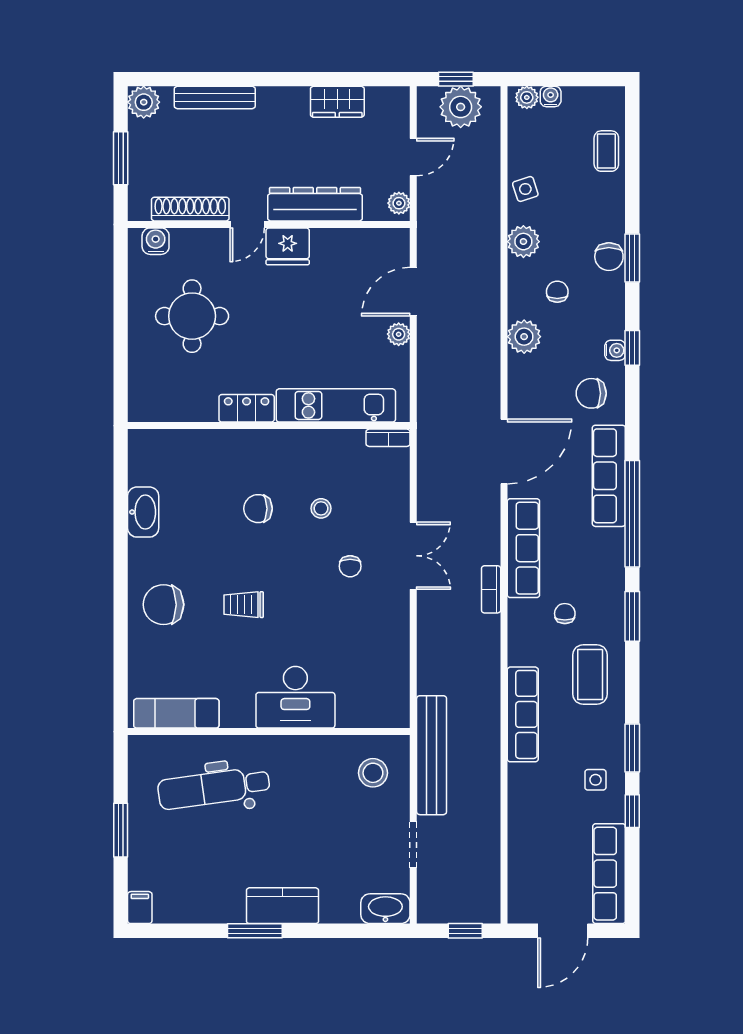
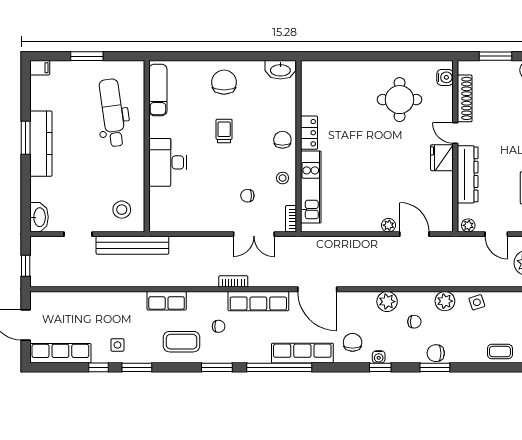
kitchen unit: (336, 405) -> (311, 187), moved
locker: (247, 408) -> (309, 133), moved
wall: (269, 426) -> (298, 146), moved
bookcase: (388, 438) -> (291, 219), moved
row of seats: (523, 714) -> (167, 301), width x0.68
kitchen counter: (283, 906) -> (41, 144), width x1.50

